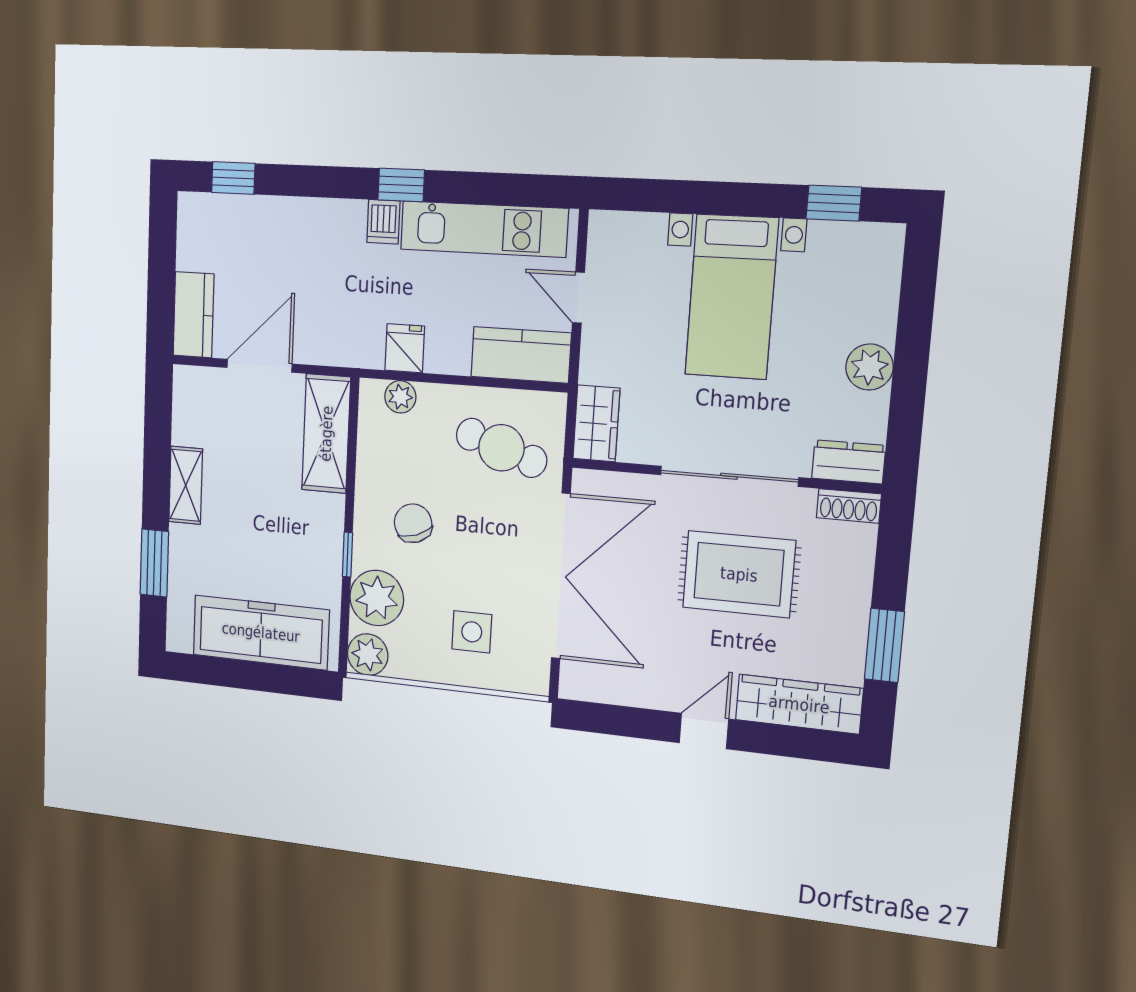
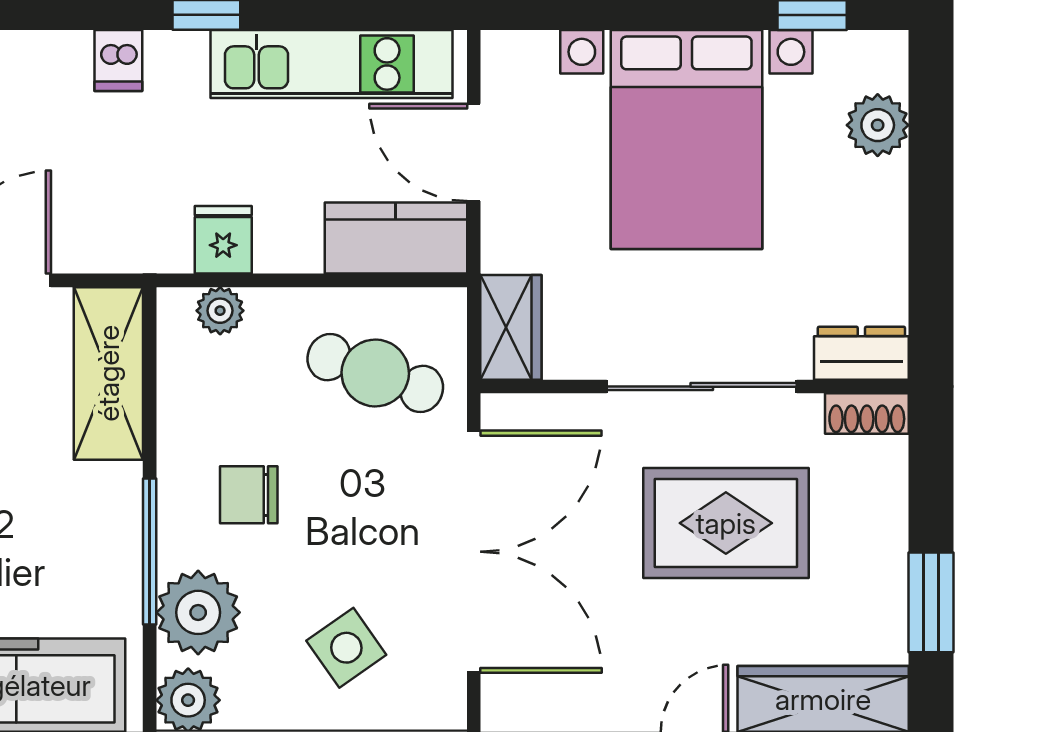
dishwasher: (383, 222) -> (118, 61), moved
bed with nightstands: (732, 297) -> (686, 139), width x1.36
door: (578, 298) -> (474, 152), width x1.38
plant: (869, 367) -> (878, 125), moved
chair: (413, 523) -> (249, 495), turned -70
window: (347, 555) -> (150, 552), width x2.17
side table: (472, 632) -> (346, 648), turned -35

